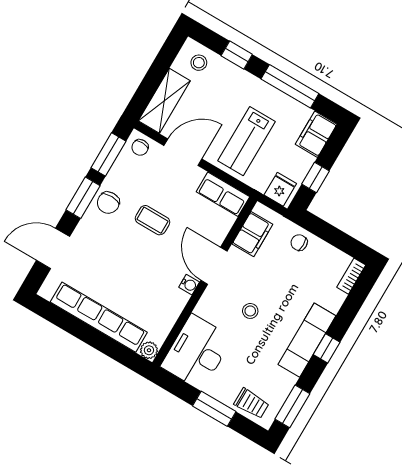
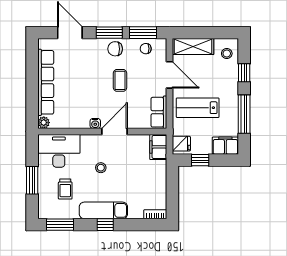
chair: (140, 147) -> (146, 49), moved
filing cabinet: (252, 234) -> (158, 147), moved, turned 90
chair: (299, 243) -> (157, 173), removed
trolley: (252, 403) -> (65, 189), moved

